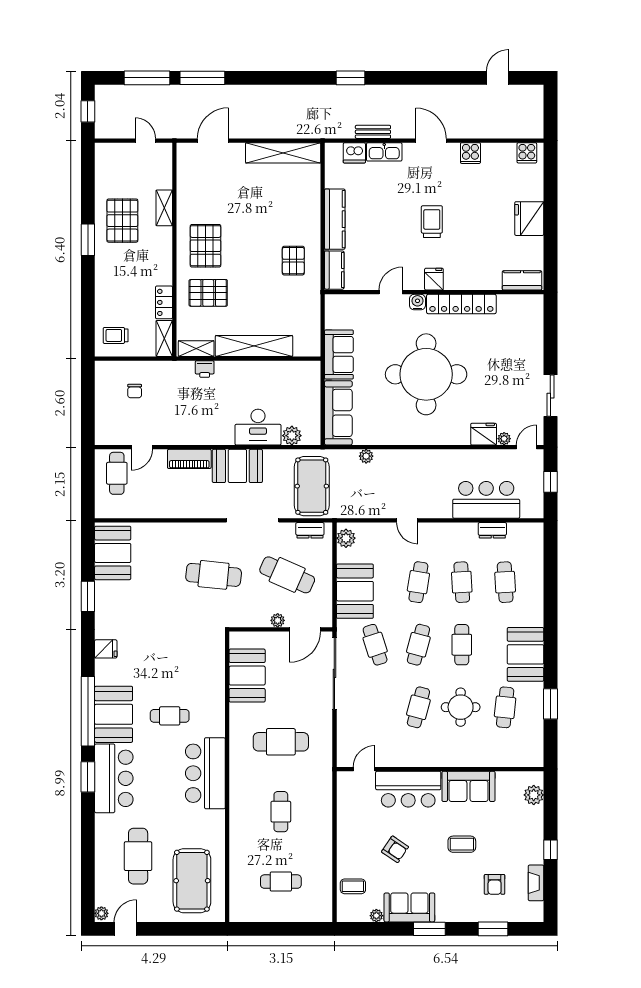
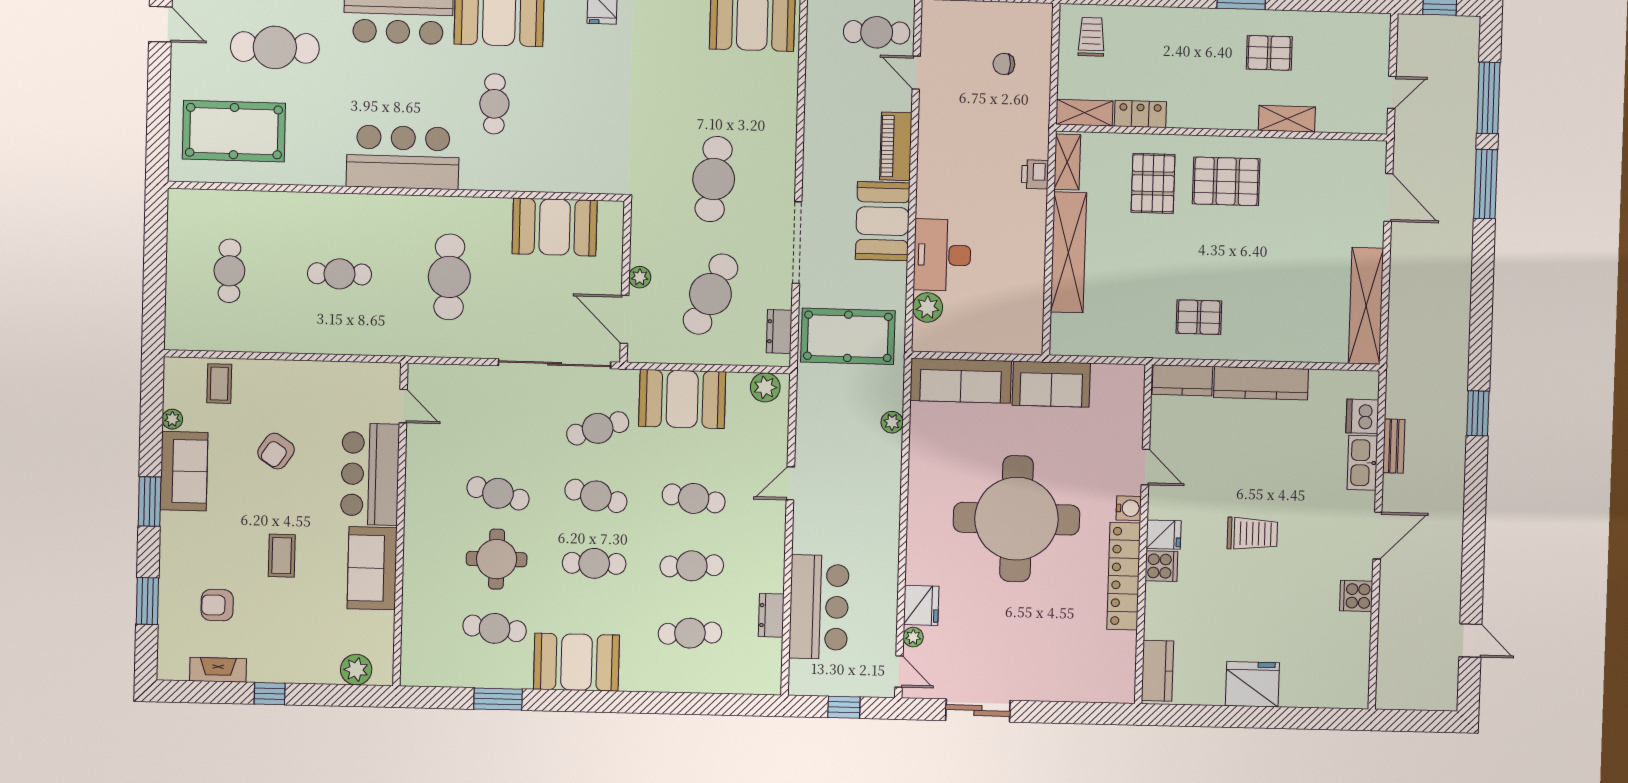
cooker: (527, 153) -> (1161, 566), moved, turned 180
pallet: (122, 221) -> (1269, 53), width x0.67, depth x0.71

